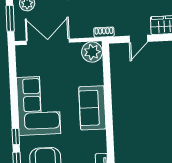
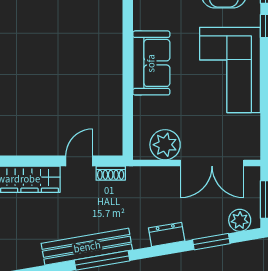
shoe rack: (104, 32) -> (111, 173), moved
plant: (92, 52) -> (165, 145), moved

